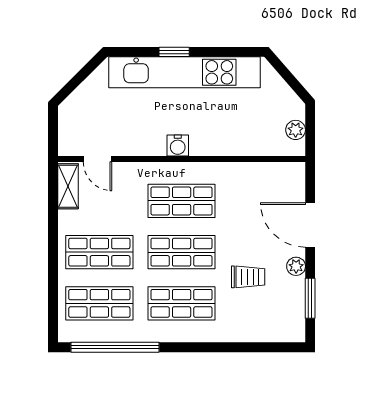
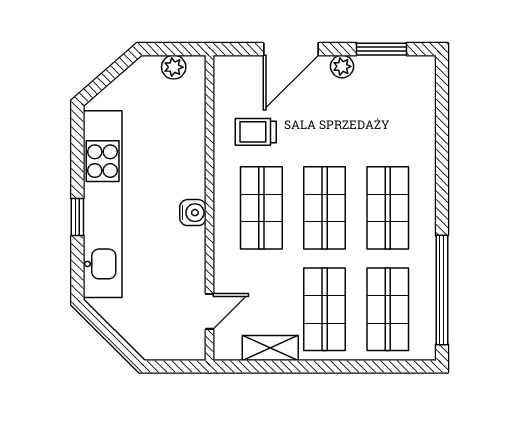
shelving: (68, 186) -> (270, 348), moved
trolley: (248, 277) -> (256, 132), moved, turned -90

